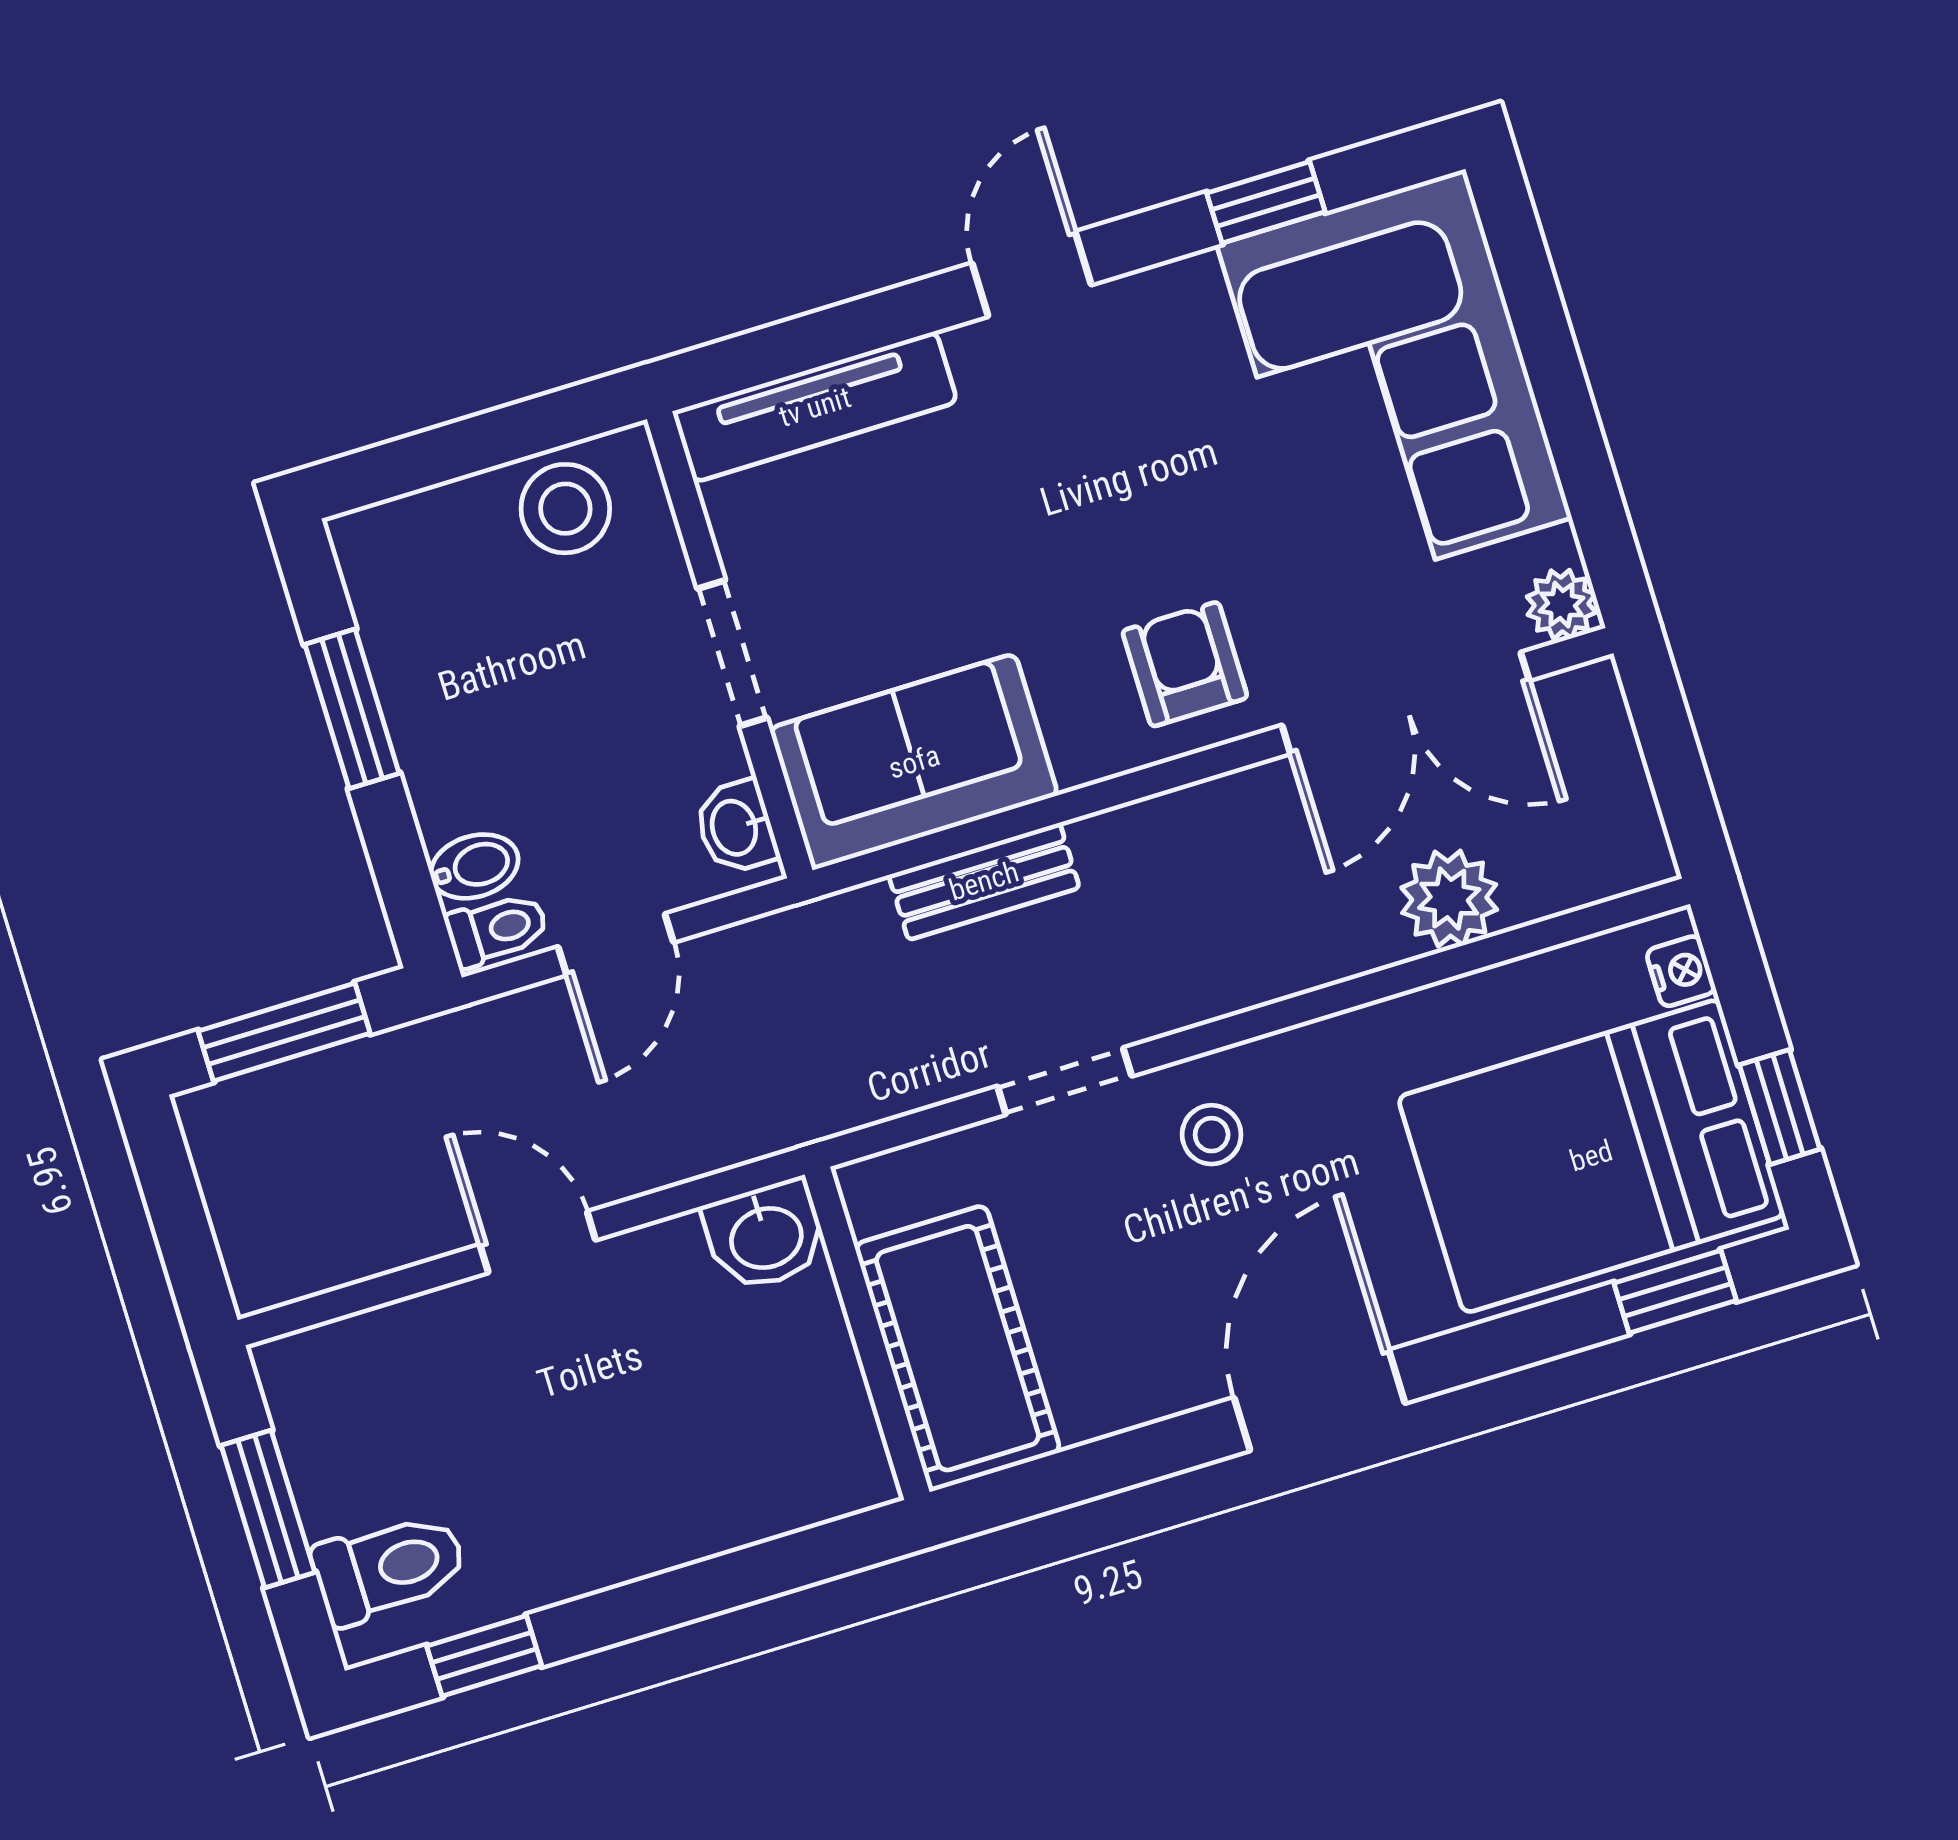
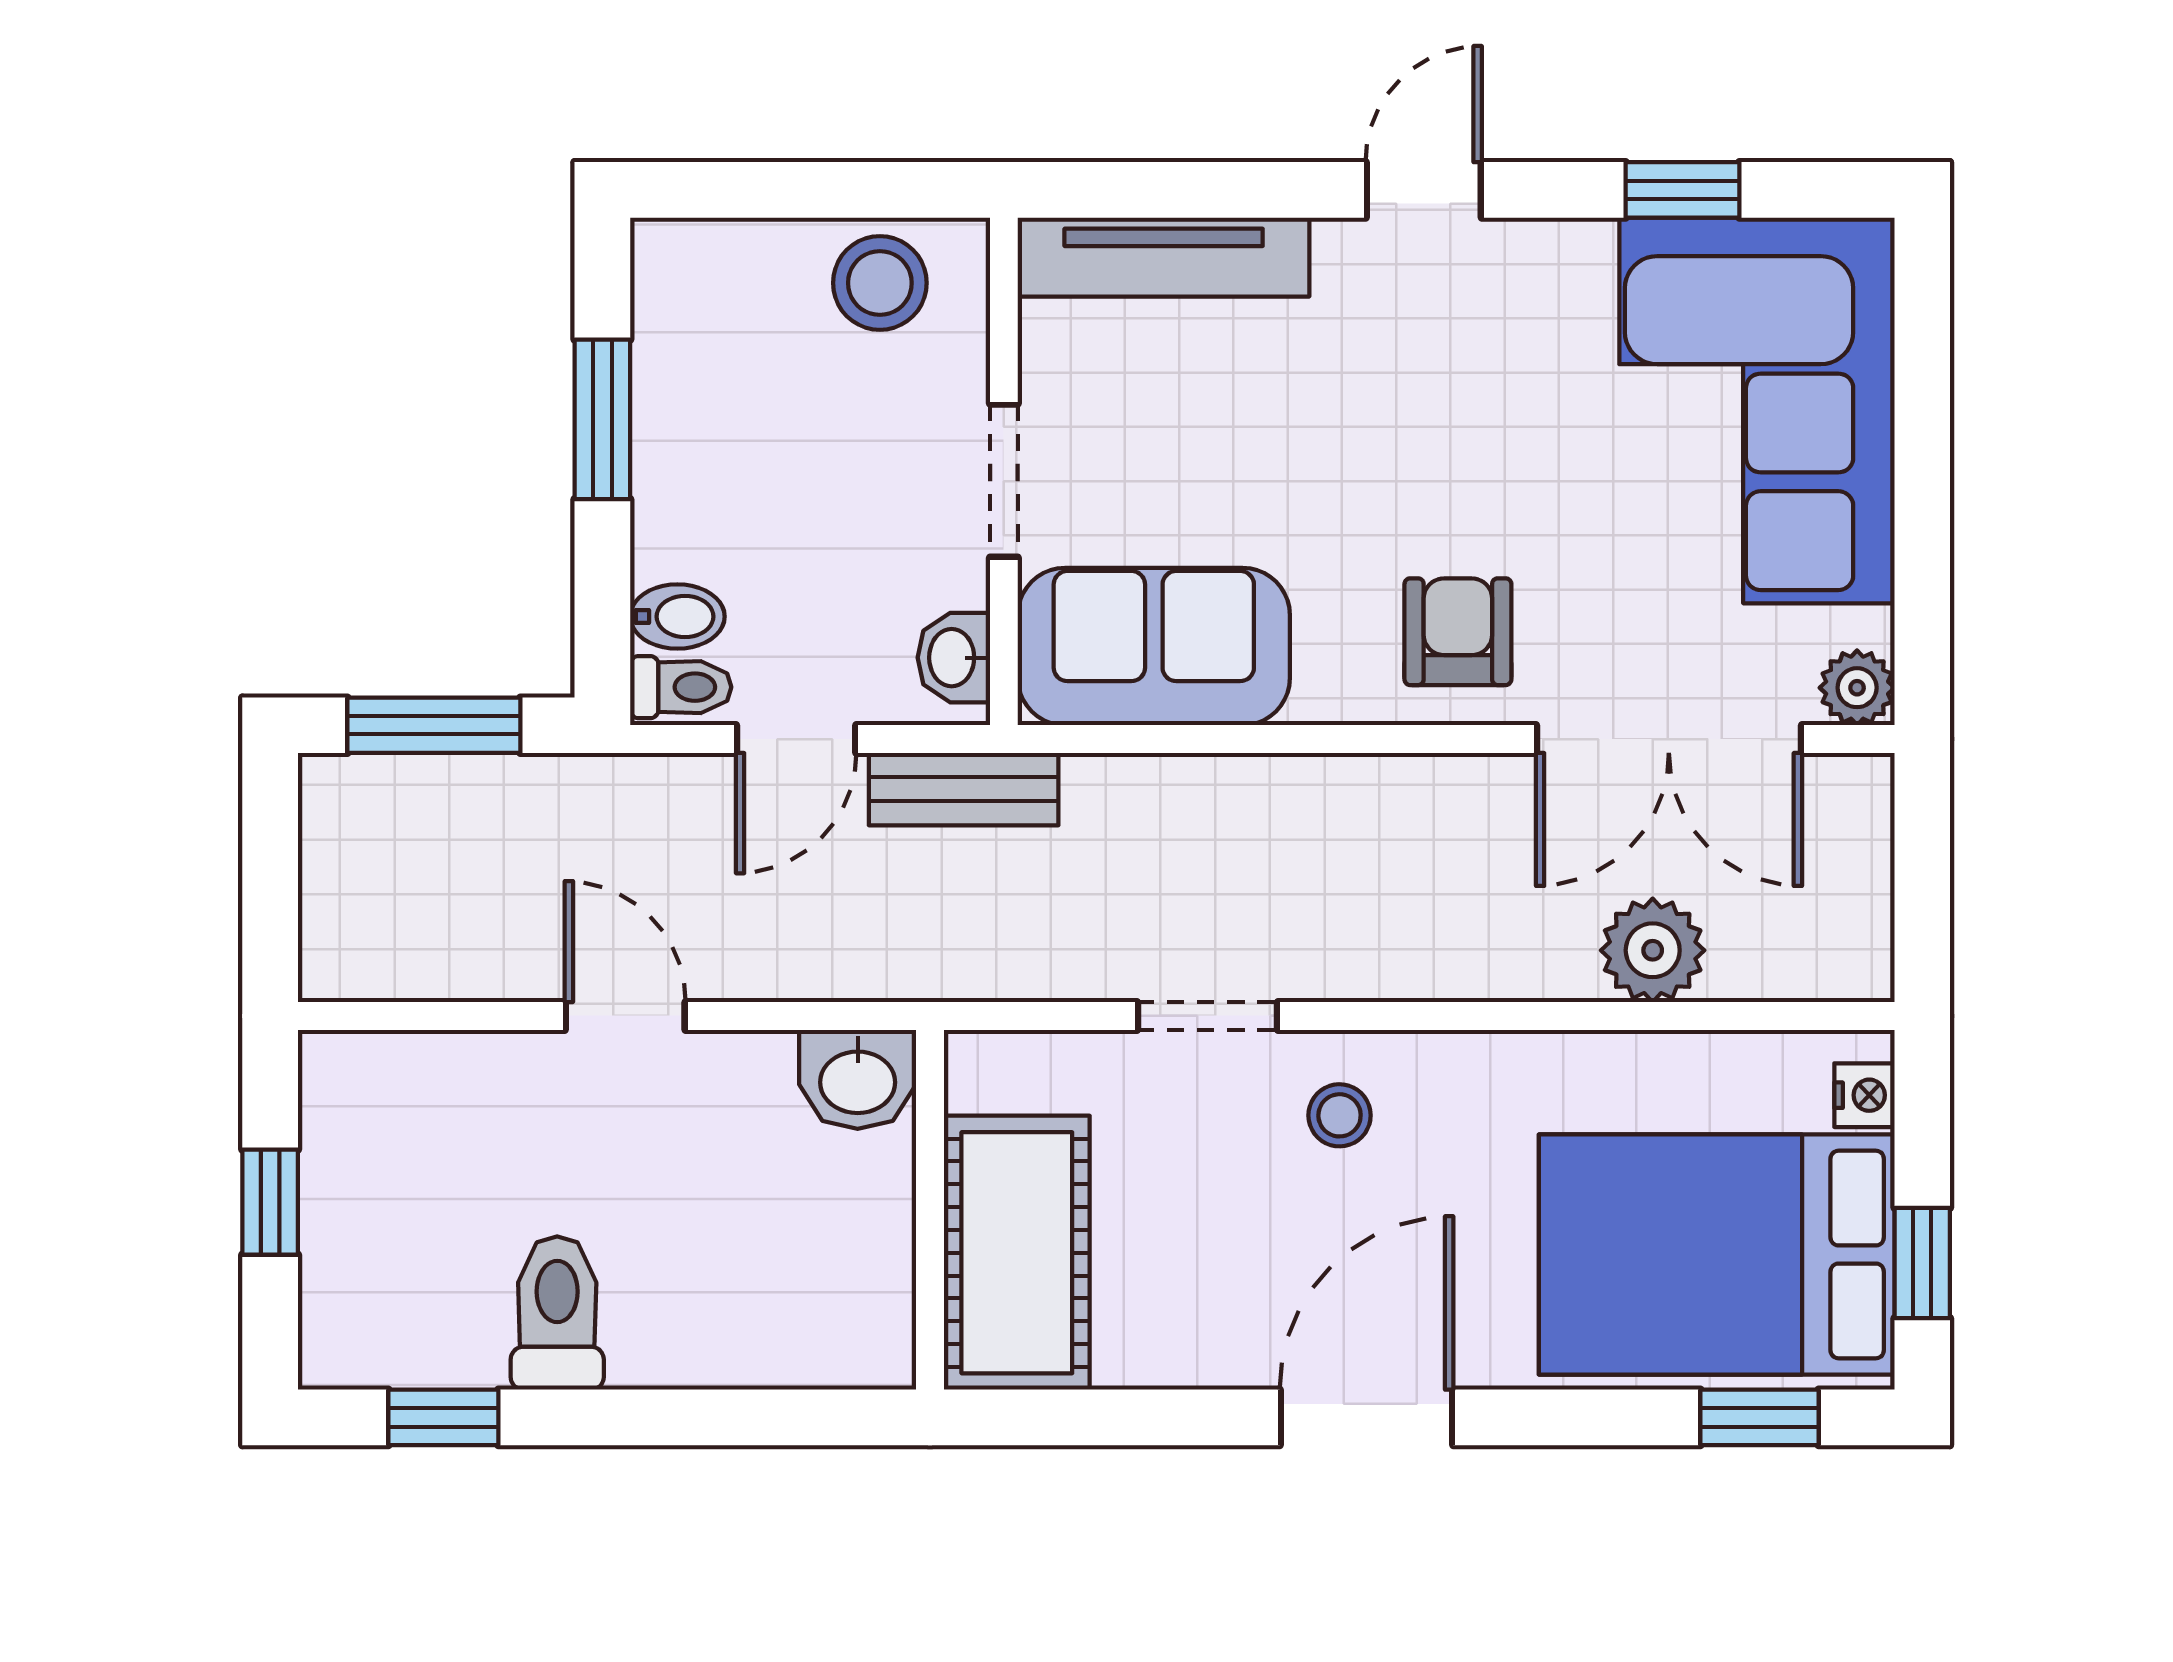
bench: (984, 881) -> (964, 789), moved
window: (268, 1509) -> (270, 1202), width x0.67
toilet: (389, 1568) -> (557, 1313), moved, turned -90

